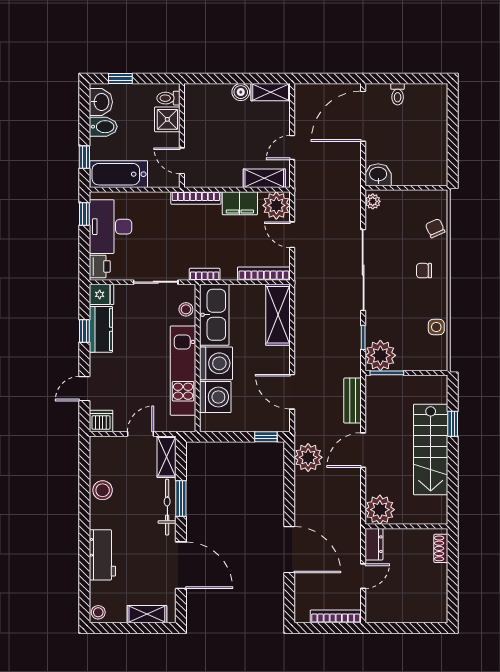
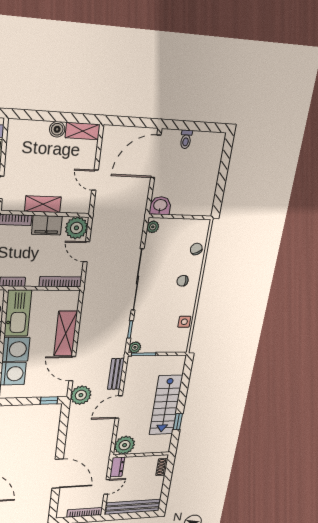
door: (292, 148) -> (95, 180), hinge flipped
shelving: (264, 178) -> (43, 204), moved
shelving: (278, 315) -> (66, 333), moved
plant: (380, 355) -> (135, 347), width x0.53, depth x0.53
window: (453, 424) -> (178, 422), moved
plant: (308, 457) -> (81, 395), moved
bench: (407, 613) -> (133, 507), added

